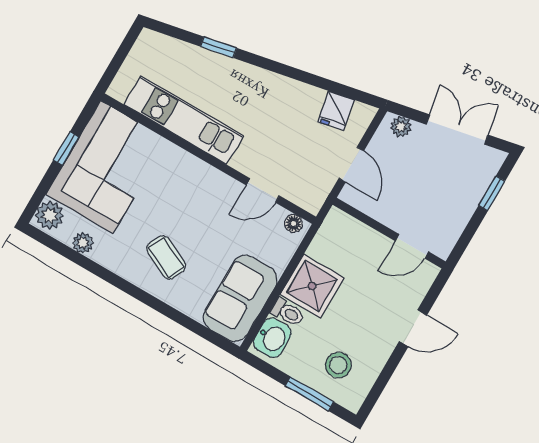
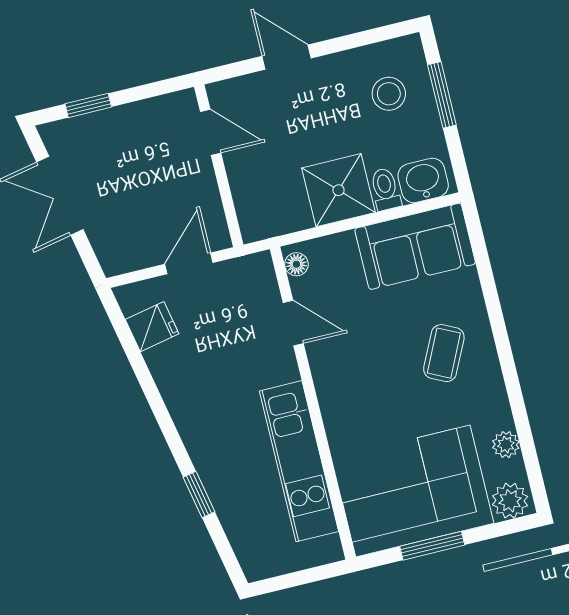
plant: (401, 127) -> (108, 251), removed
window: (66, 149) -> (432, 546), width x1.50

